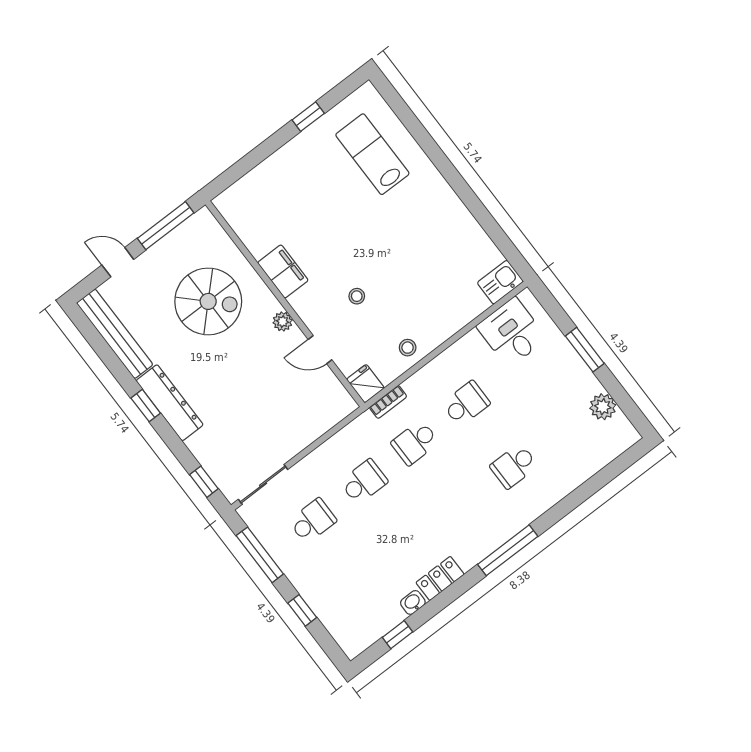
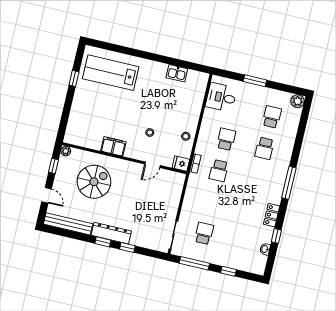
lab bench: (372, 154) -> (111, 73), width x1.36, depth x1.39
window: (166, 226) -> (53, 166), width x0.46
door: (118, 262) -> (47, 195), swing flipped
kitchen sink: (500, 282) -> (177, 73), moved, turned -90
plant: (283, 322) -> (66, 151), moved
plant: (603, 407) -> (298, 101), moved
window: (204, 482) -> (127, 248), moved
school desk: (364, 482) -> (272, 117), moved
washbasin: (413, 602) -> (265, 249), moved
window: (397, 635) -> (276, 236), moved

